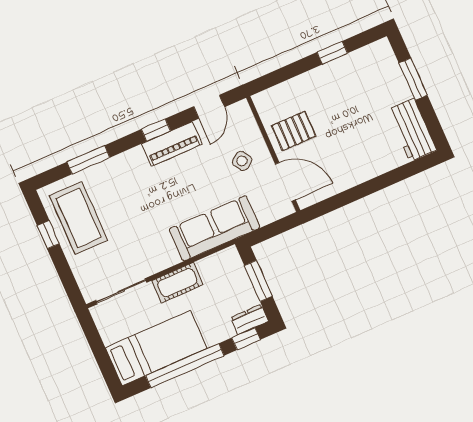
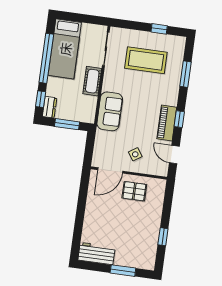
pallet: (294, 131) -> (134, 191), turned 90
coffee table: (79, 218) -> (146, 60), moved
sofa: (215, 228) -> (110, 111), width x0.73

